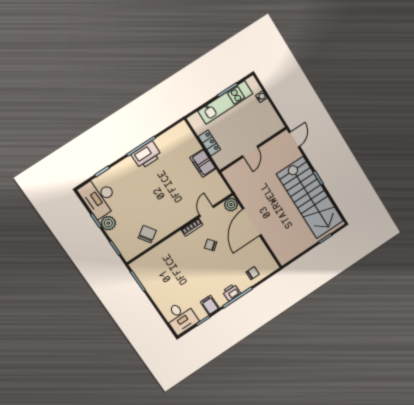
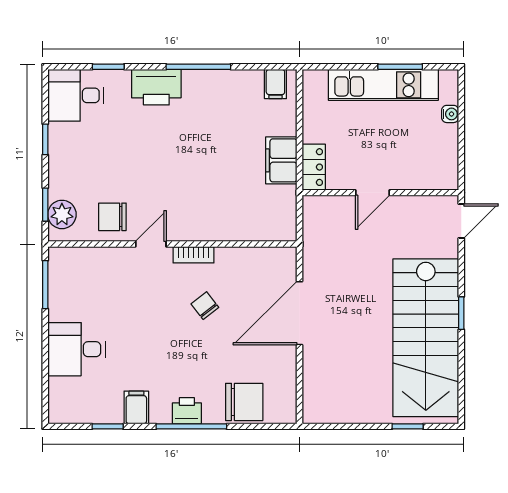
filing cabinet: (179, 132) -> (275, 84), added
locker: (209, 143) -> (314, 167), moved
printer: (147, 155) -> (156, 87), moved
desk: (99, 197) -> (76, 95), width x0.73
plant: (231, 205) -> (283, 260), removed
door: (207, 211) -> (151, 244), moved
plant: (108, 223) -> (62, 214), moved
chair: (147, 234) -> (112, 217), turned -146
chair: (253, 273) -> (244, 402), width x1.87, depth x1.87
desk: (181, 317) -> (76, 349), moved, turned 90

